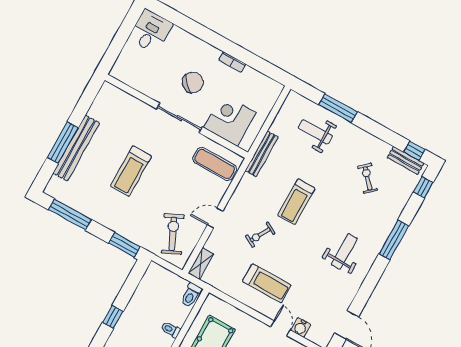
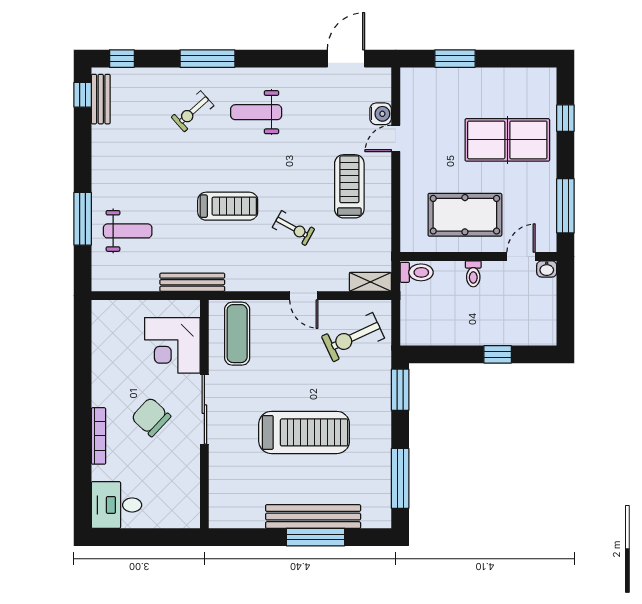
bookcase: (232, 62) -> (99, 436), moved, width x1.56
weight bench: (315, 132) -> (128, 231), turned -90
treadmill: (131, 171) -> (304, 432), width x1.37, depth x1.38
exercise bike: (368, 178) -> (192, 111), moved

